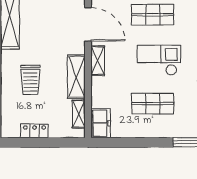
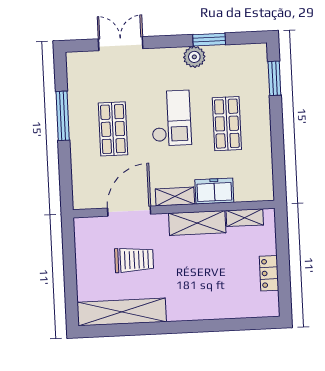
checkout: (159, 60) -> (171, 118), turned 180
trolley: (30, 80) -> (134, 260), moved
freezer: (101, 123) -> (214, 191), moved

